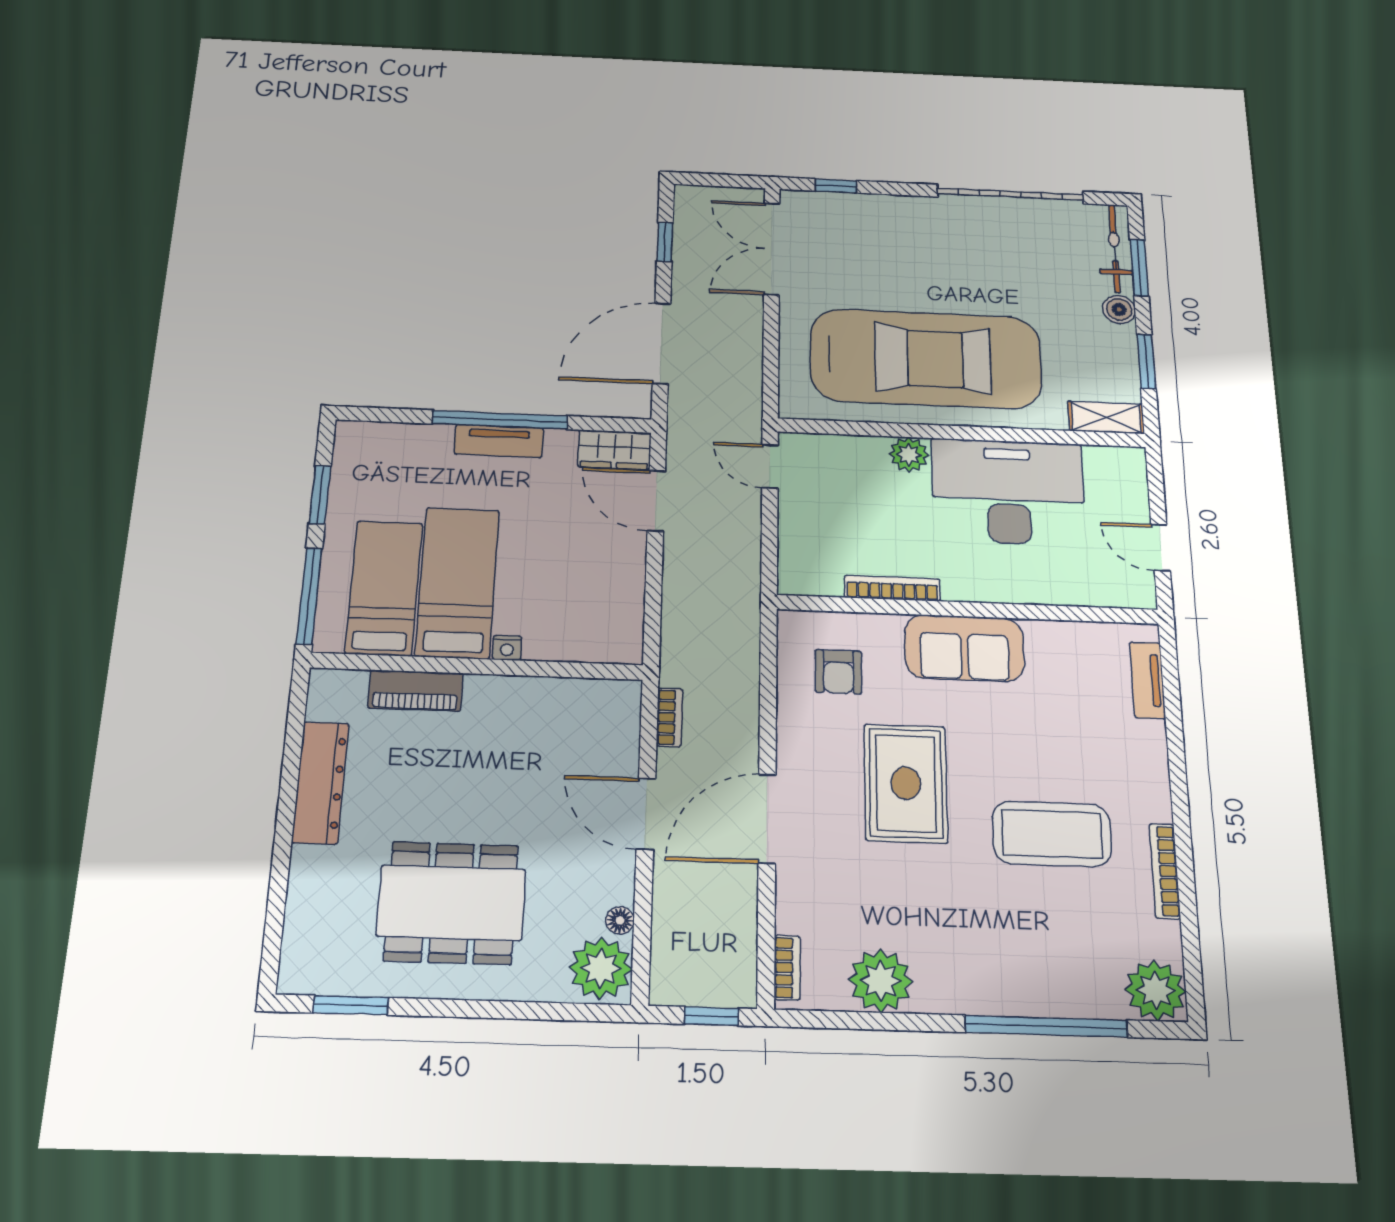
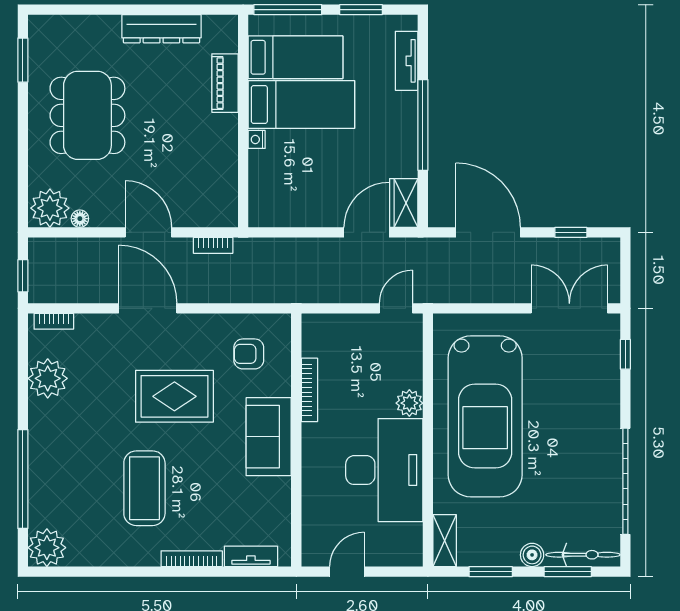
tv unit: (499, 441) -> (407, 61), moved
door: (646, 814) -> (148, 232), hinge flipped
bookcase: (1165, 871) -> (192, 559), moved

